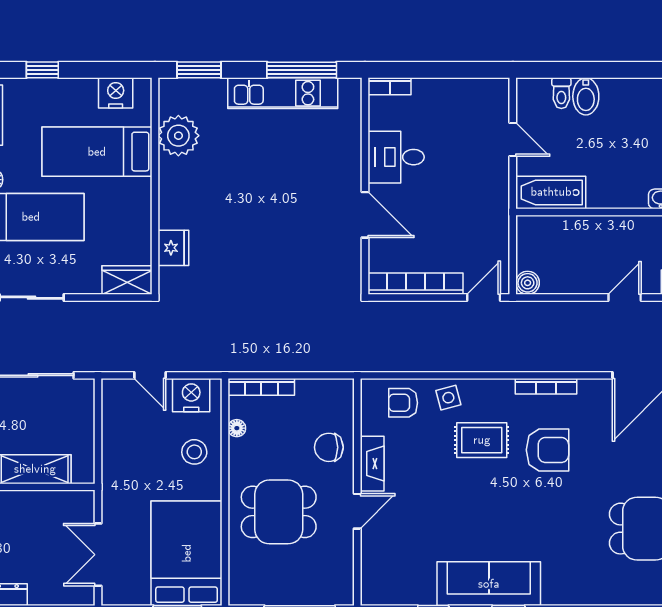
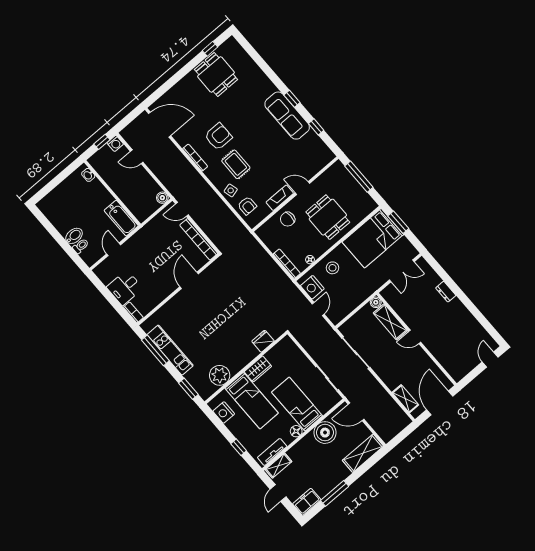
desk: (396, 157) -> (125, 288), moved, turned 90
wardrobe: (127, 280) -> (258, 369), moved, turned -90
chair: (329, 447) -> (288, 219), turned 90
armchair: (548, 450) -> (218, 137), turned 90
boiler: (84, 473) -> (376, 302), added

